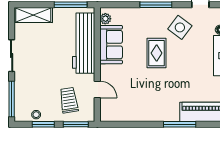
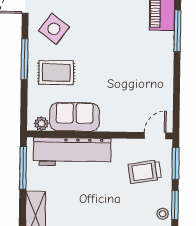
rug: (157, 53) -> (56, 73), moved
door: (97, 90) -> (155, 136), moved

